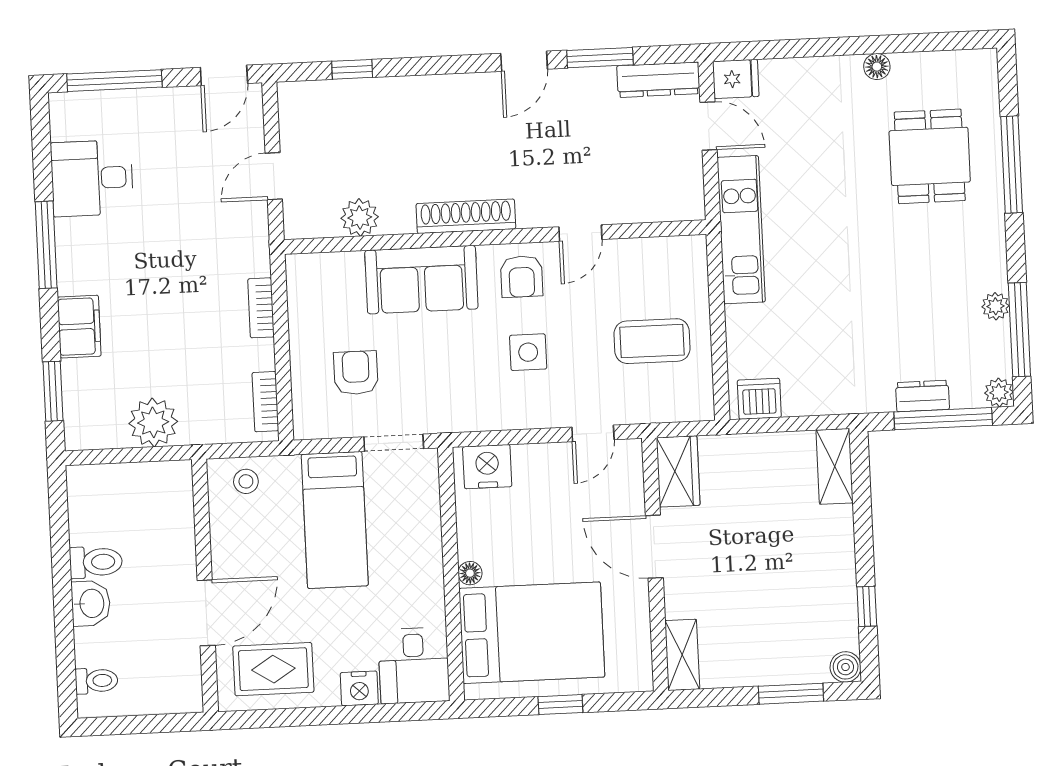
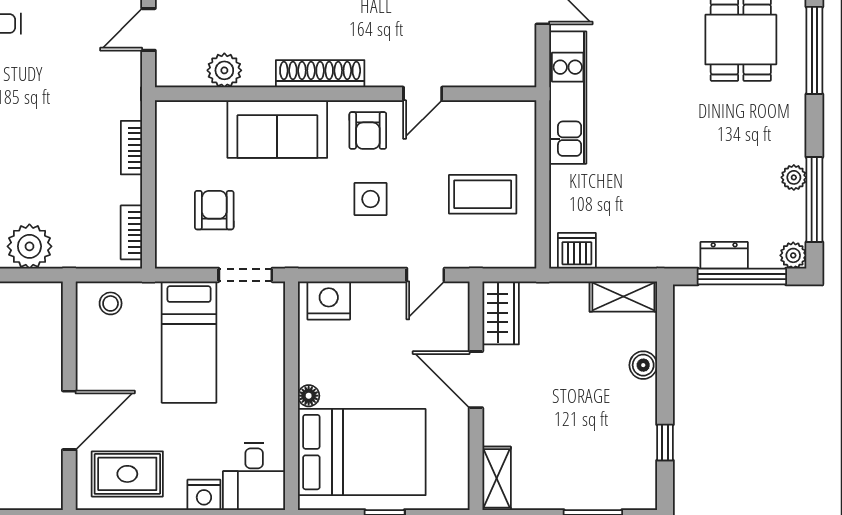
shelving: (835, 466) -> (623, 296), moved, turned 90
boiler: (846, 667) -> (643, 365), moved

